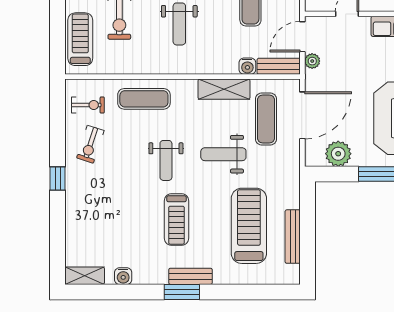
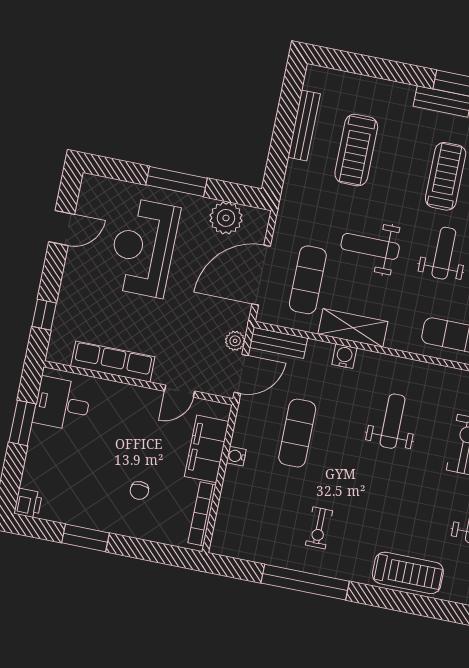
water cooler: (247, 66) -> (344, 356), moved
weight bench: (223, 154) -> (370, 246), turned 180
treadmill: (249, 226) -> (356, 150), width x0.73, depth x0.73

